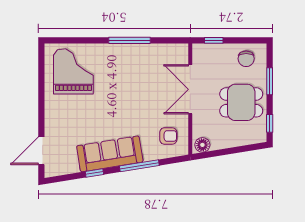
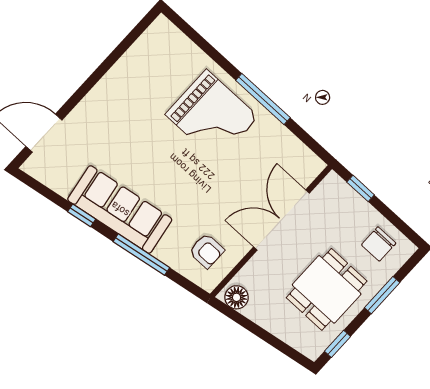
grand piano: (73, 71) -> (212, 116), moved, turned 90
dining table: (241, 102) -> (327, 289), turned 90

